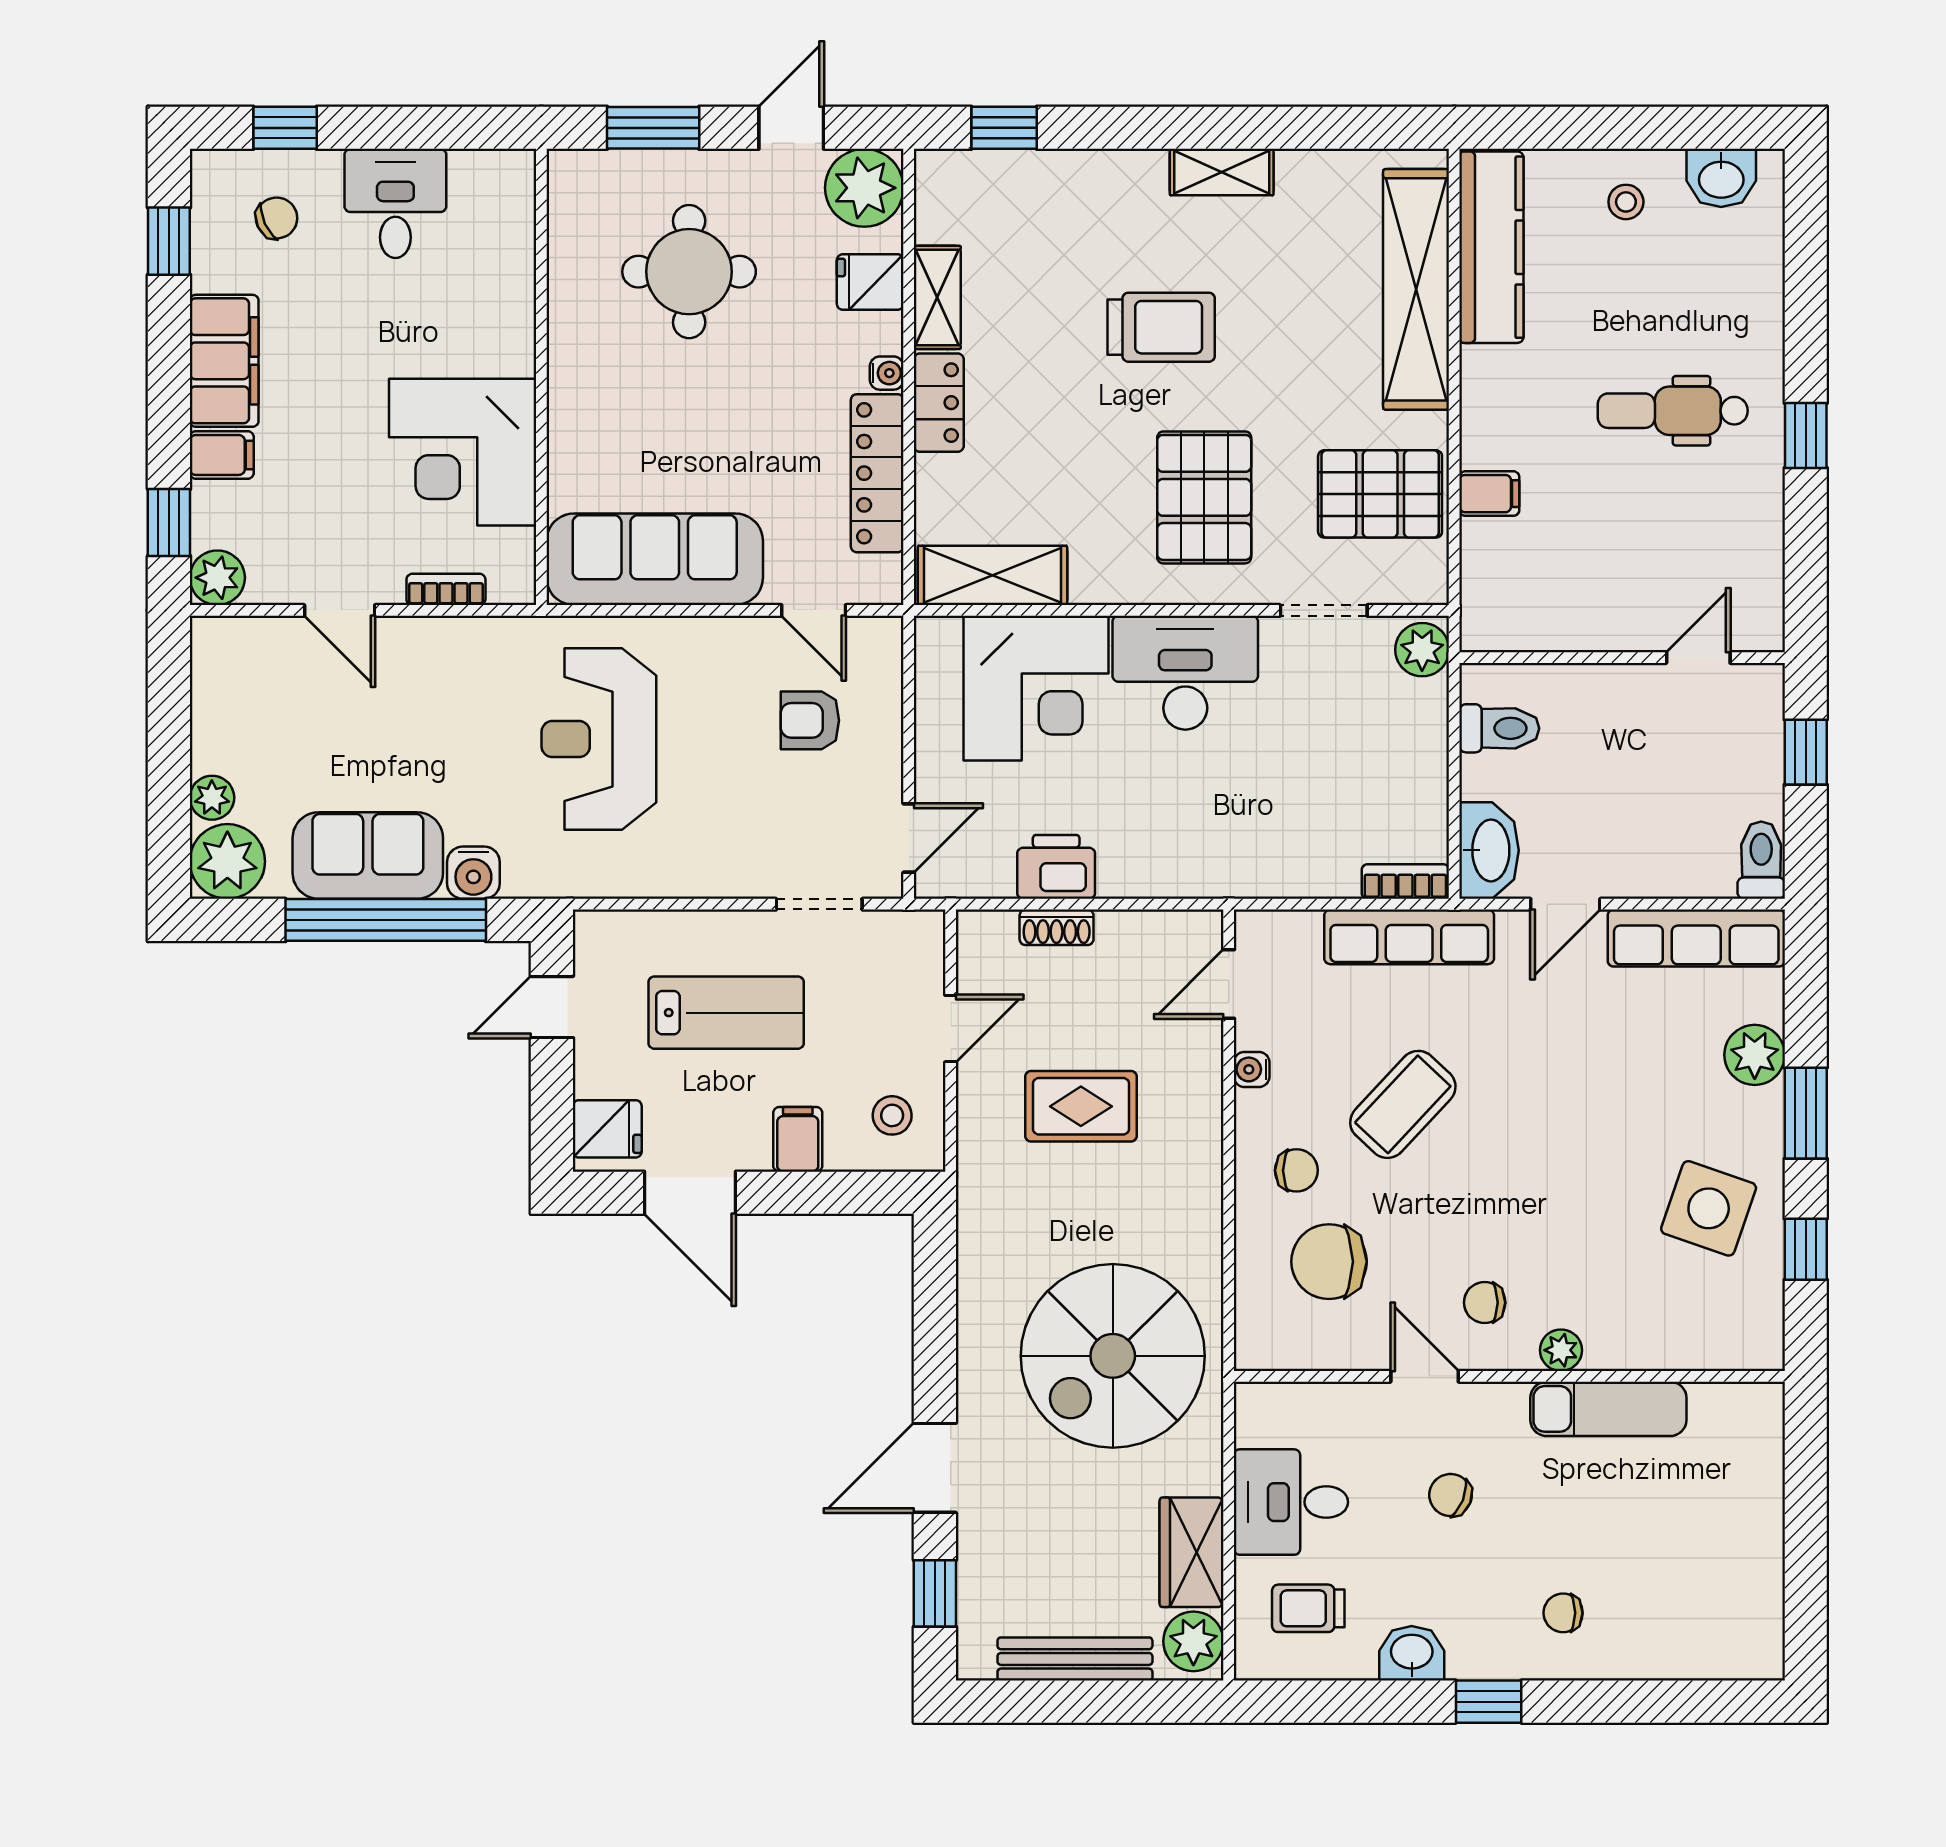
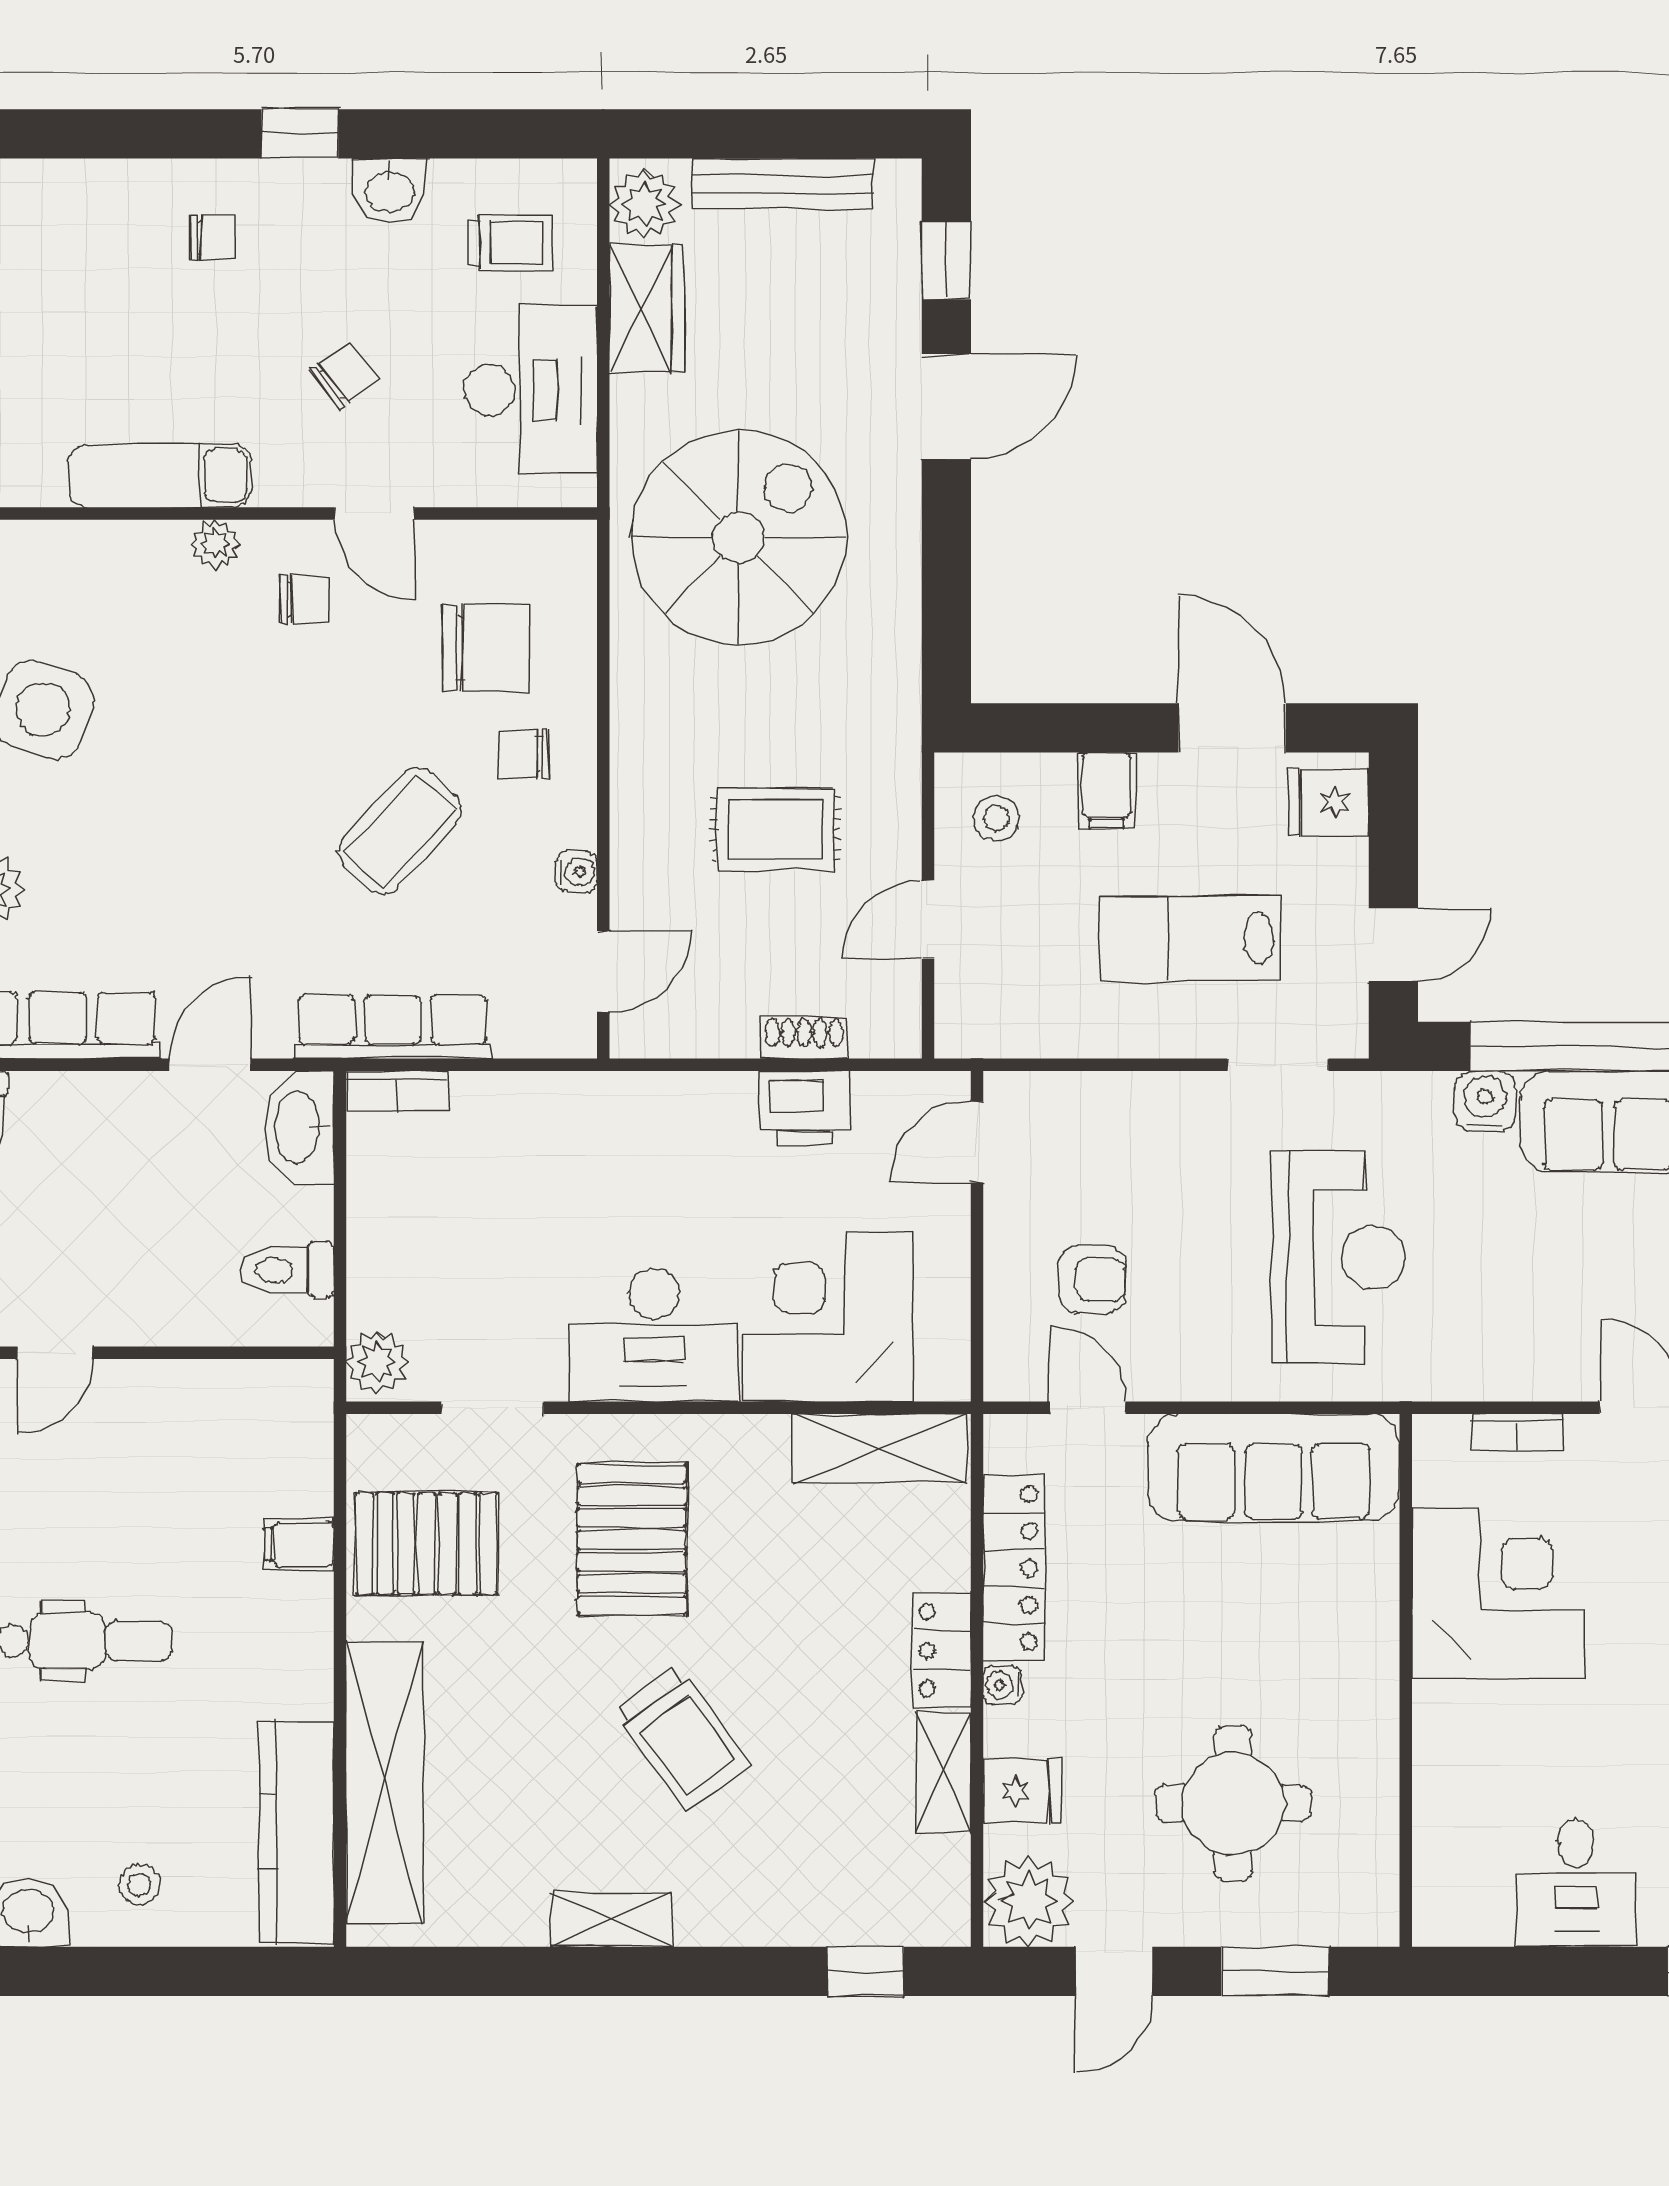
trolley: (1161, 327) -> (682, 1738), turned -126
doorway: (819, 904) -> (1278, 1065), moved
chair: (1450, 1495) -> (344, 375), turned -59
desk: (1291, 1502) -> (531, 390), width x1.37

